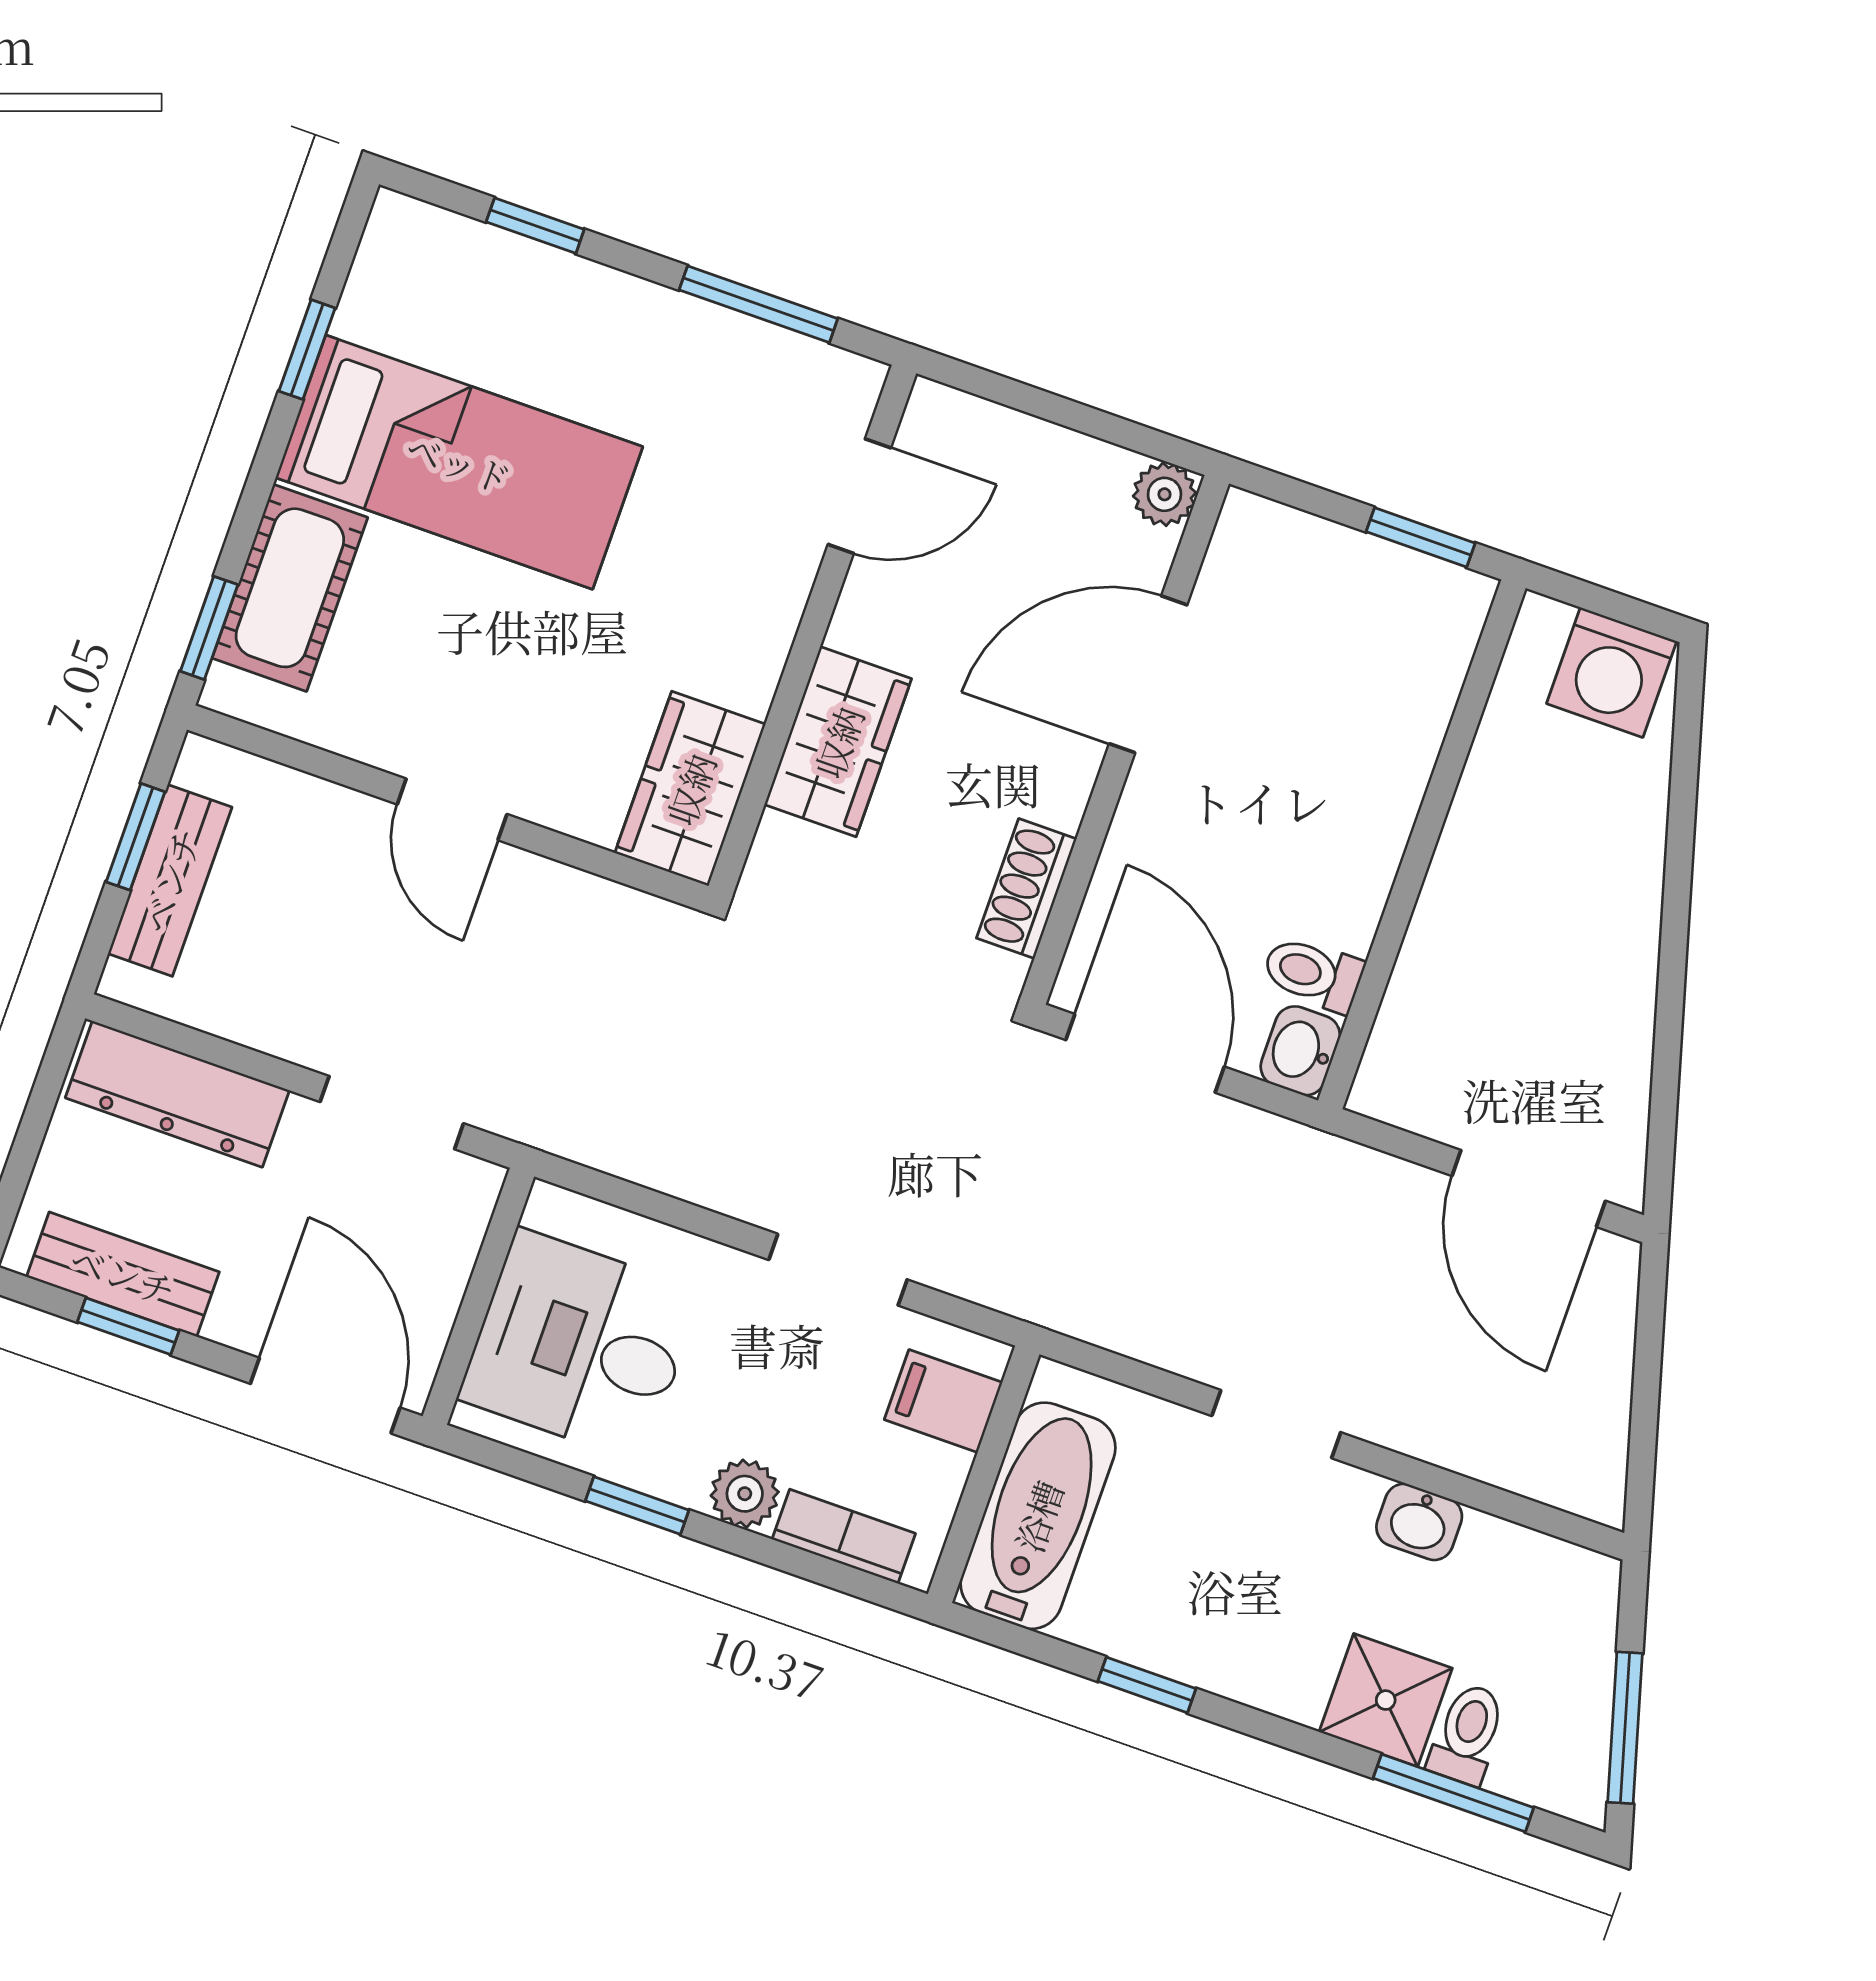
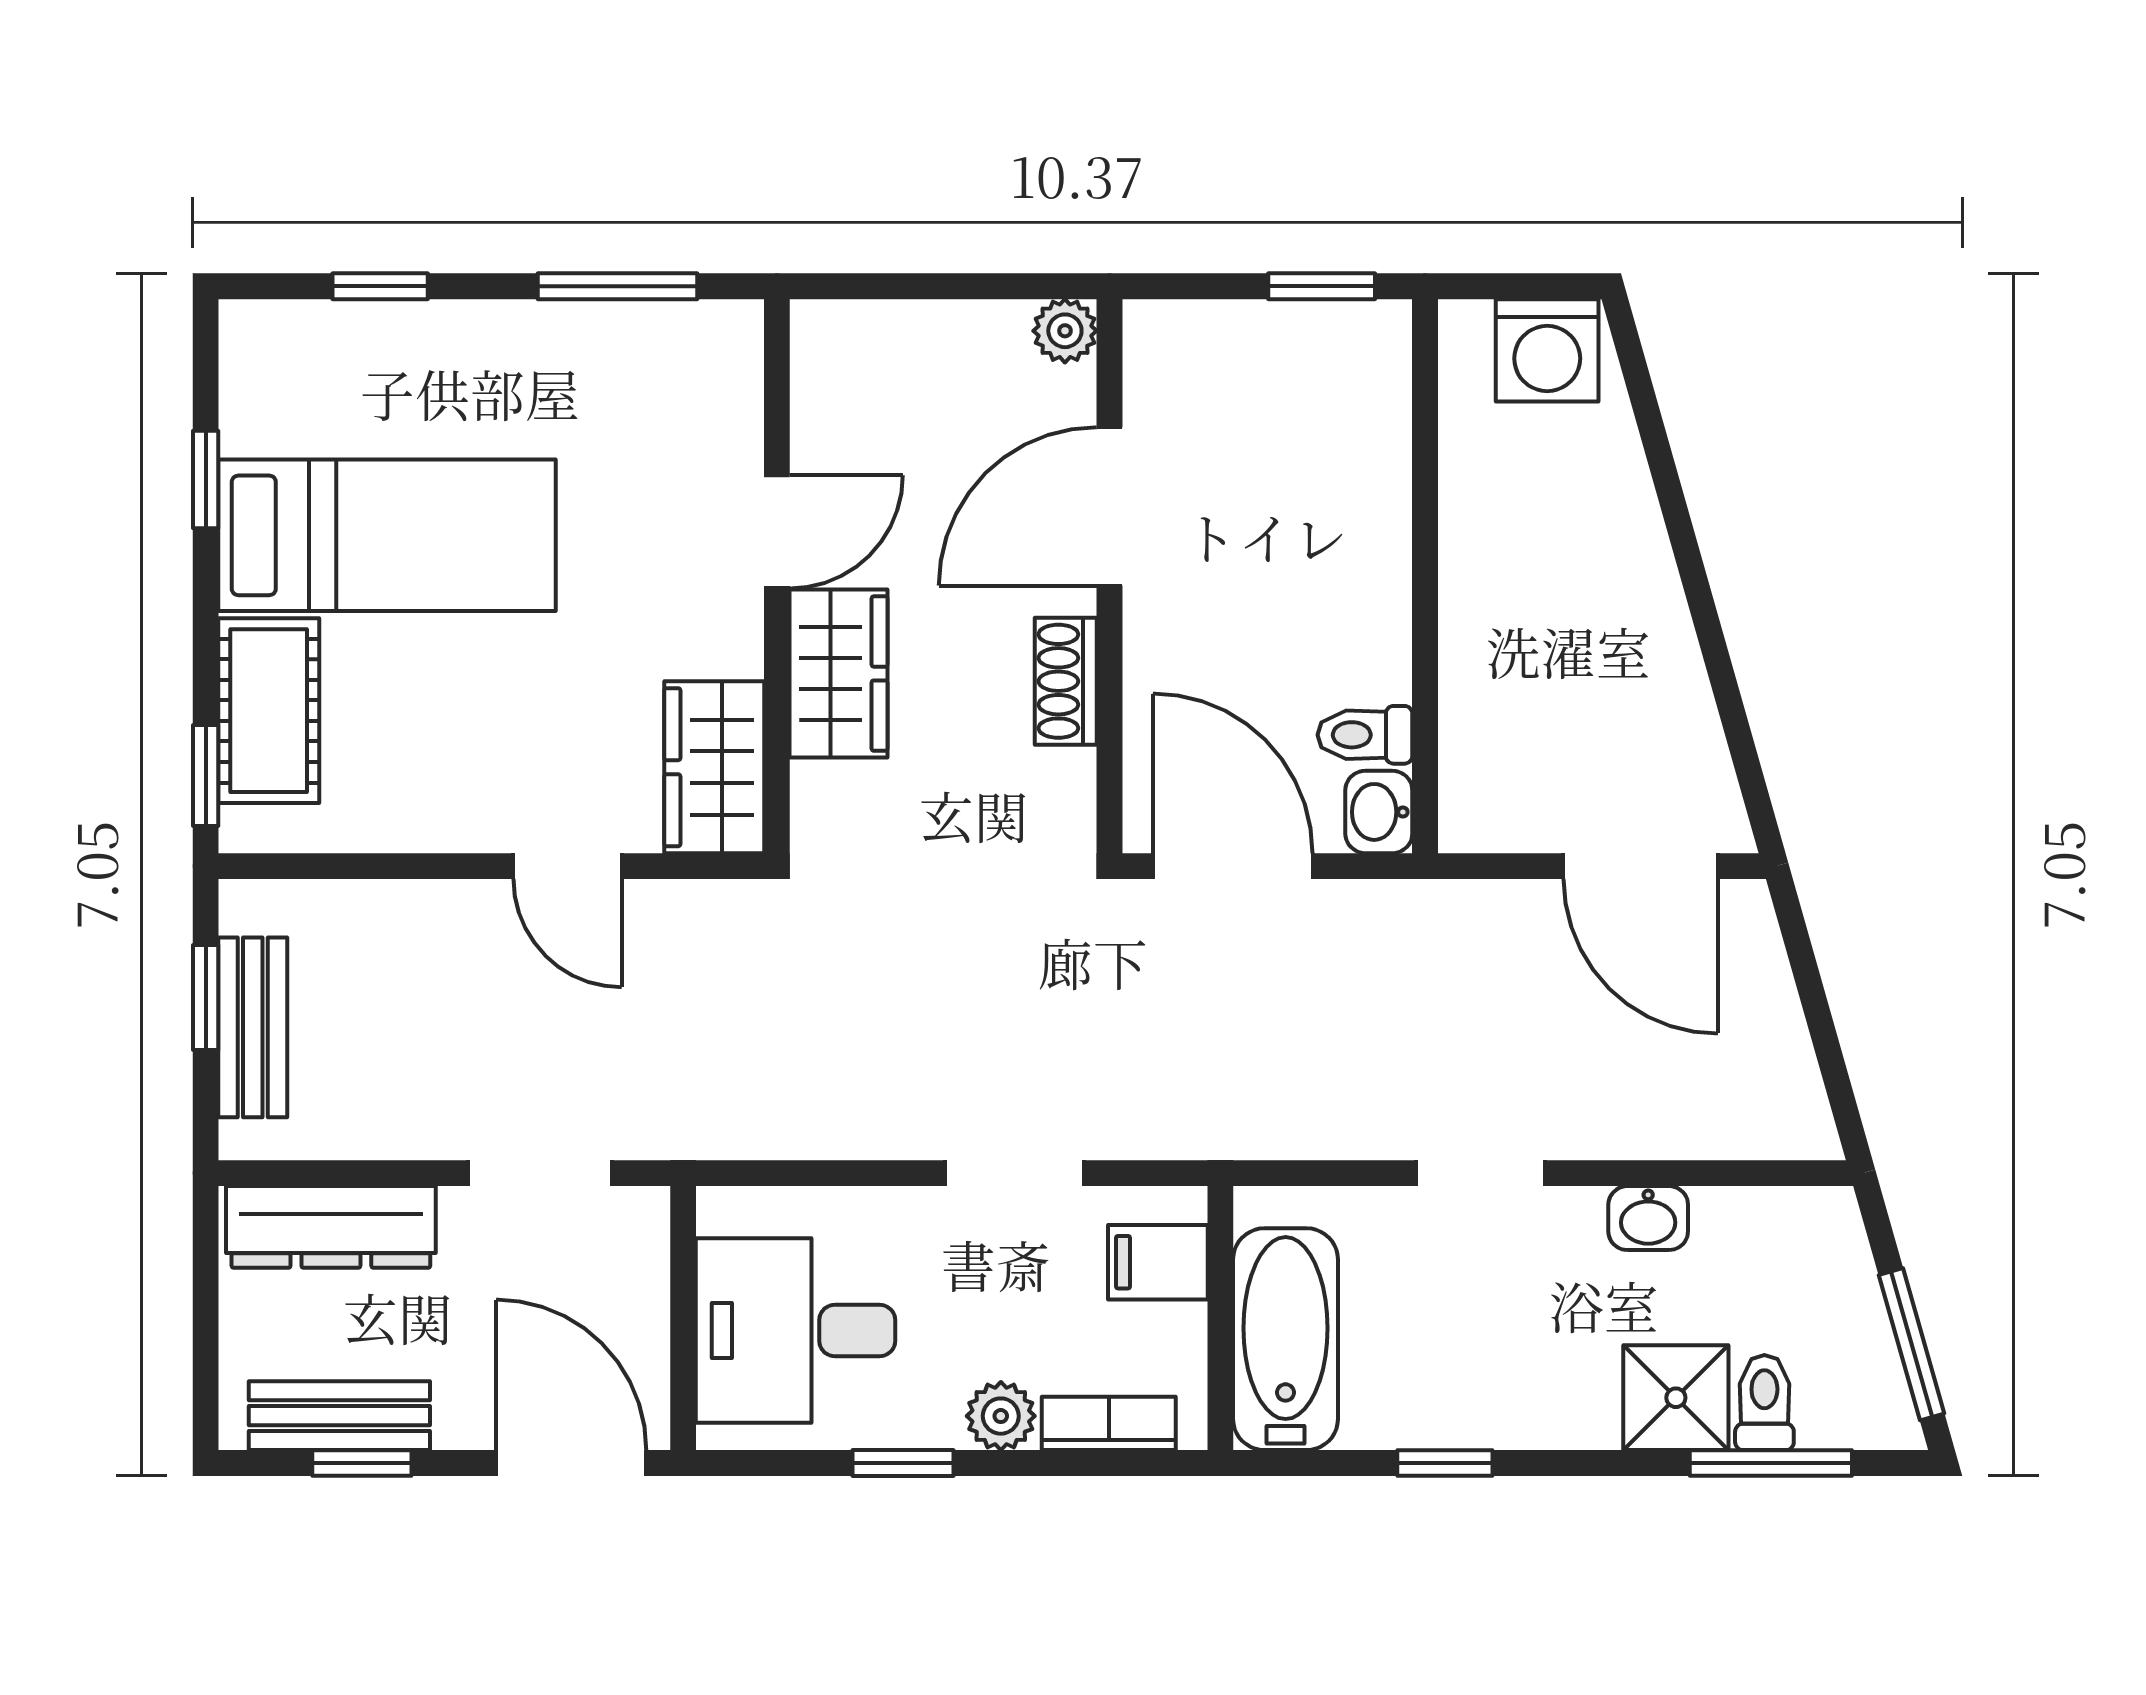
door: (859, 496) -> (777, 532), moved
door: (452, 809) -> (567, 866), moved
shoe rack: (1027, 889) -> (1066, 681), moved

